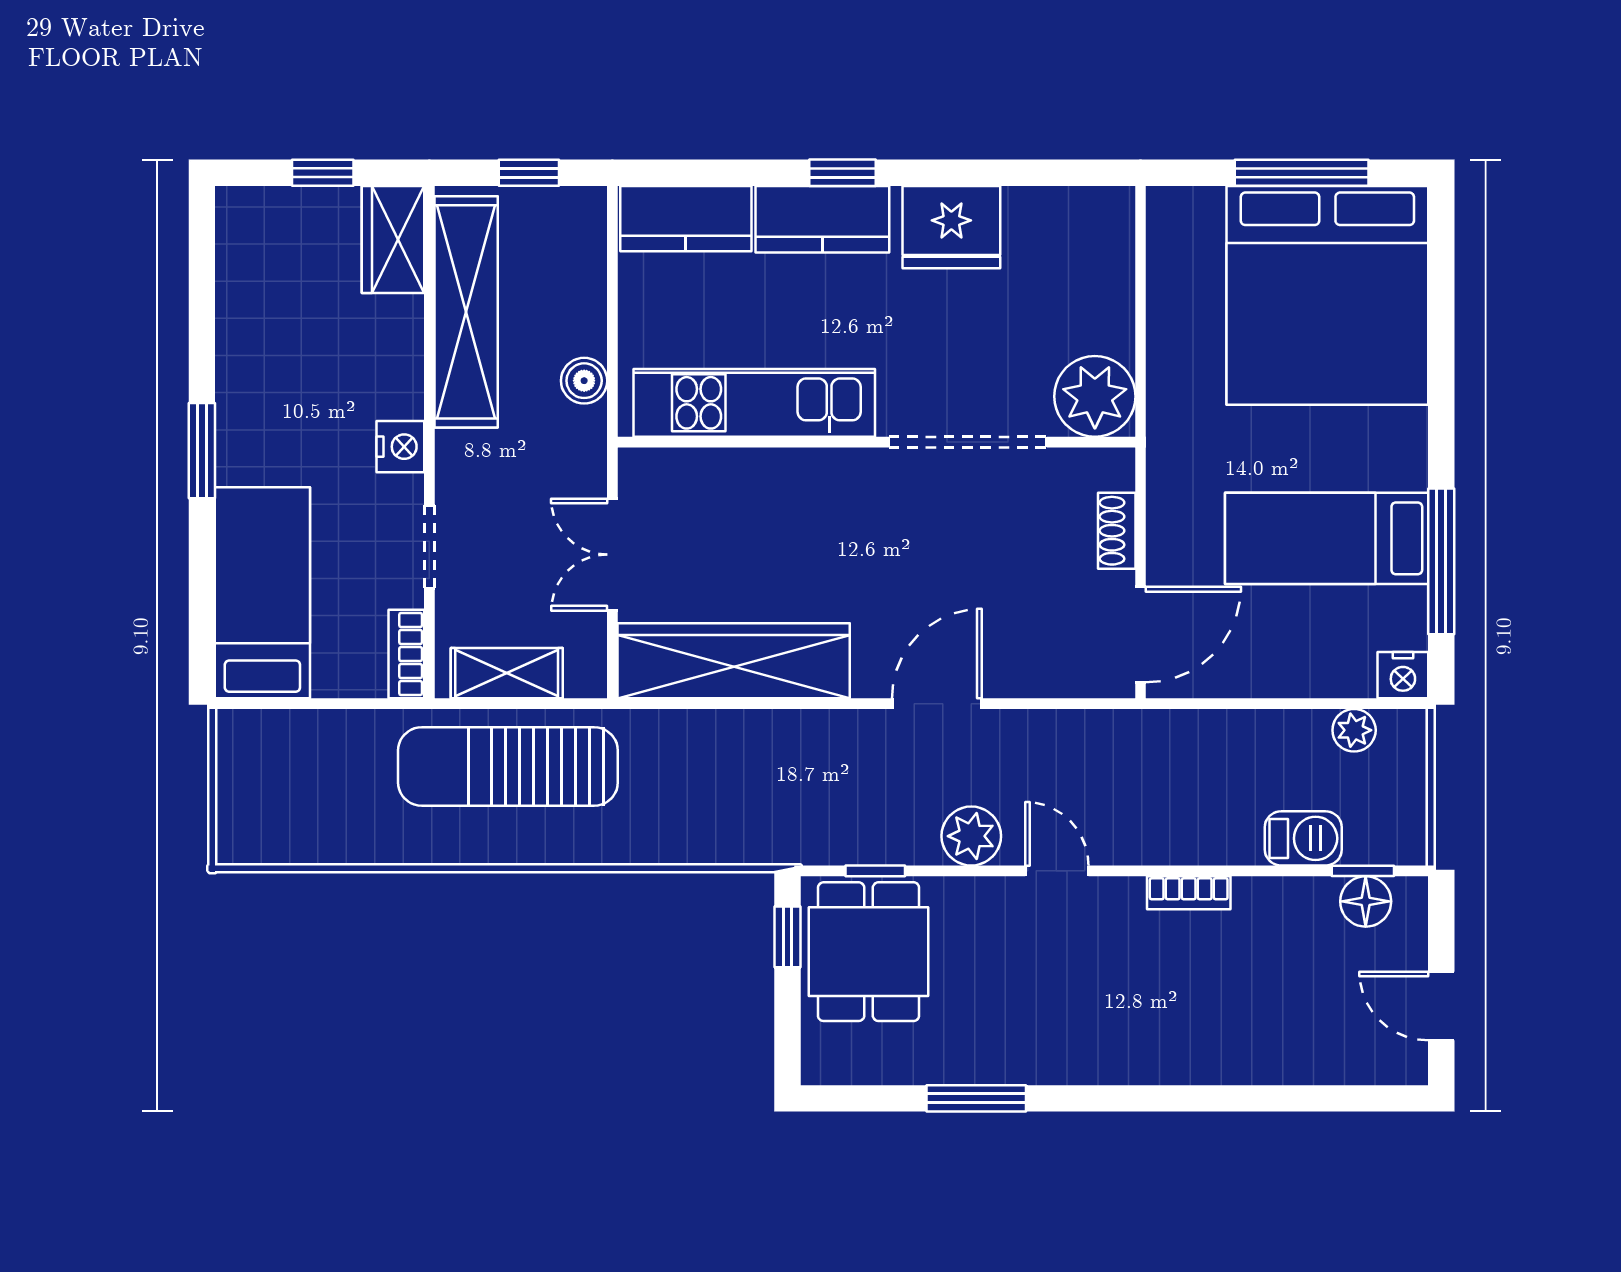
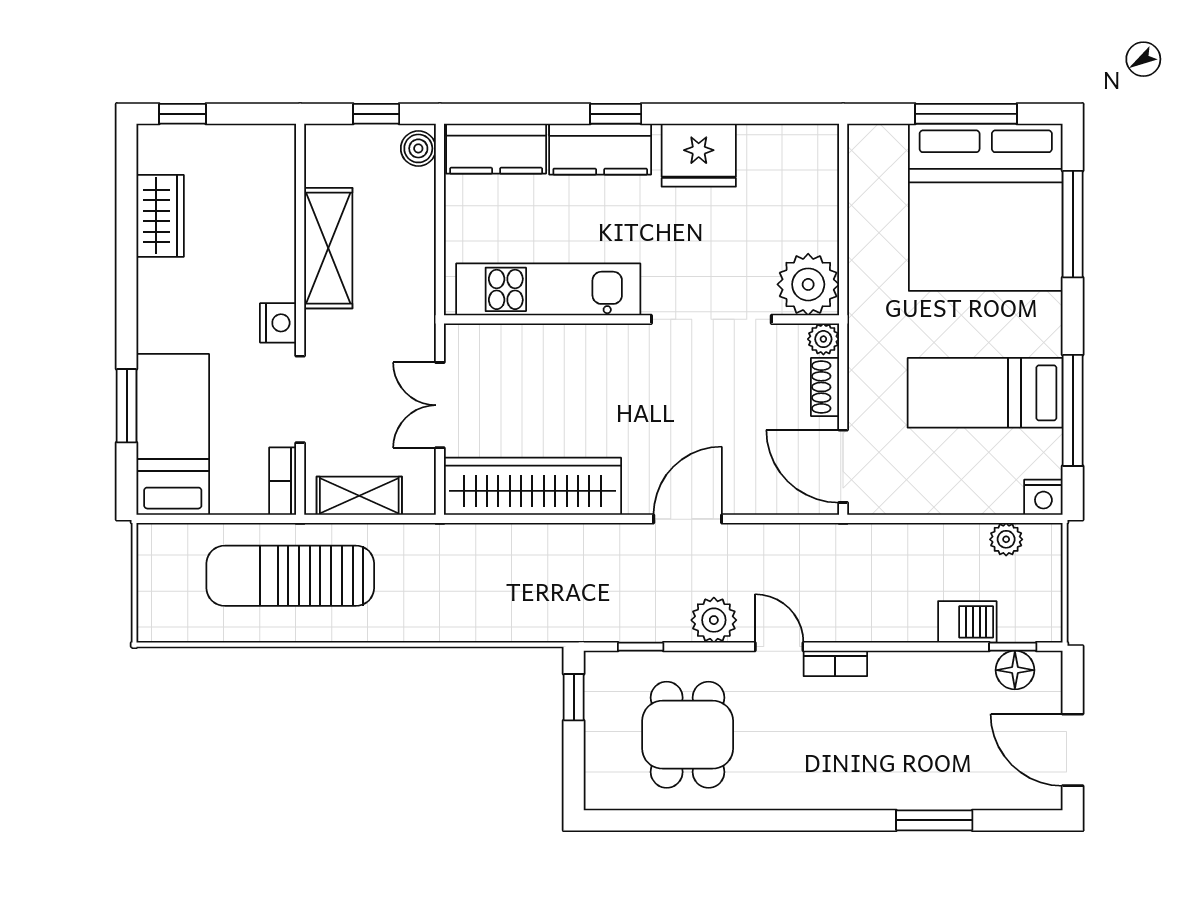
window: (323, 173) -> (182, 114), moved
wardrobe: (393, 239) -> (160, 216), moved, turned 180
shelving: (466, 312) -> (328, 248), width x0.68
window: (1441, 317) -> (1073, 224), added
boiler: (584, 381) -> (418, 148), moved
window: (202, 451) -> (127, 406), moved
plant: (1115, 468) -> (823, 339), added
doorway: (429, 547) -> (300, 399), width x1.38
door: (1141, 635) -> (843, 466), swing flipped
sun lounger: (508, 766) -> (290, 576), moved
bookcase: (1189, 893) -> (835, 663), moved
dining table: (869, 952) -> (688, 735), moved
door: (1441, 1006) -> (1073, 750), width x1.38
window: (976, 1098) -> (934, 820), moved

